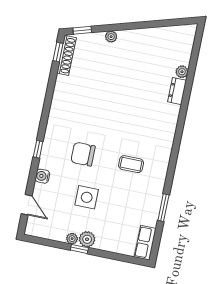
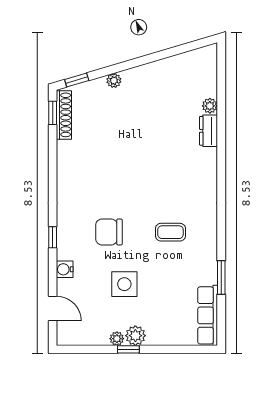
row of seats: (145, 243) -> (208, 315), width x1.48

